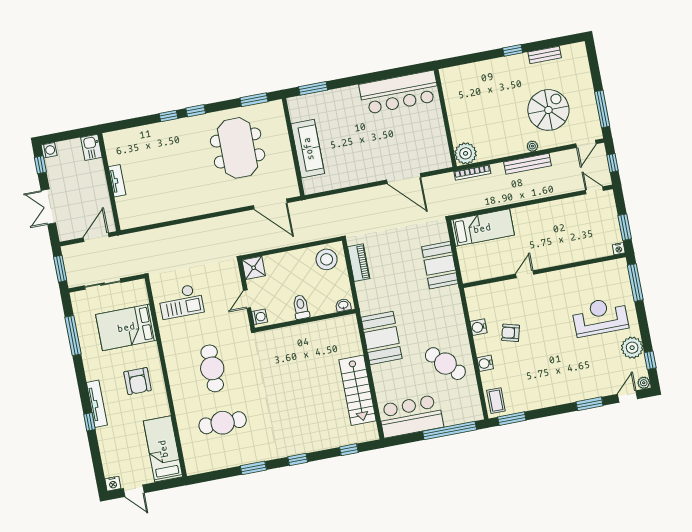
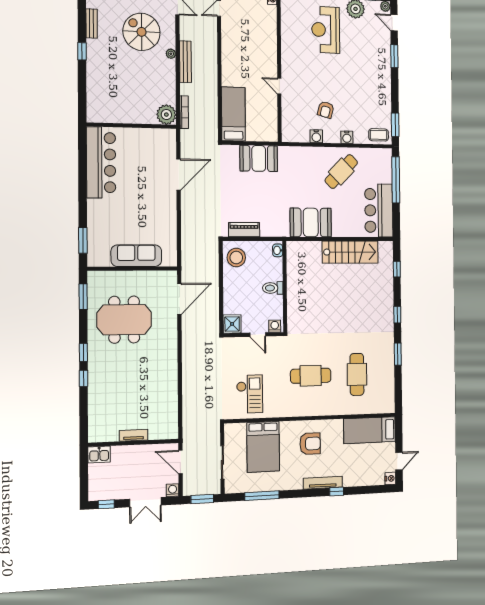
washing machine: (49, 150) -> (173, 490), moved

